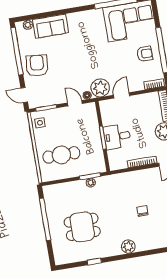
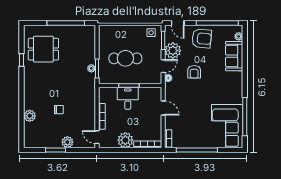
armchair: (145, 54) -> (194, 72), moved
plant: (100, 88) -> (173, 51), moved
door: (24, 95) -> (178, 23), swing flipped
cafe table: (61, 155) -> (125, 58), moved, turned 90
dining table: (82, 227) -> (43, 49), moved, turned 90
plant: (128, 247) -> (30, 116), moved

